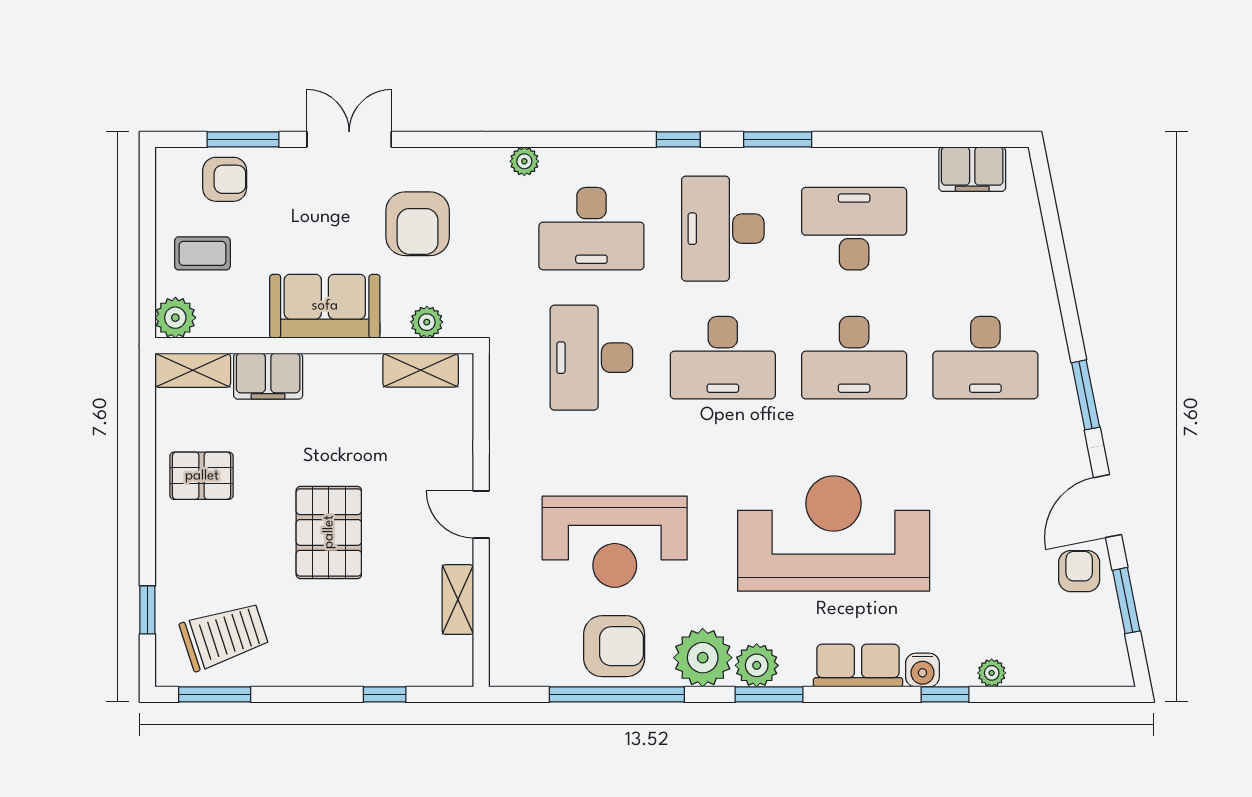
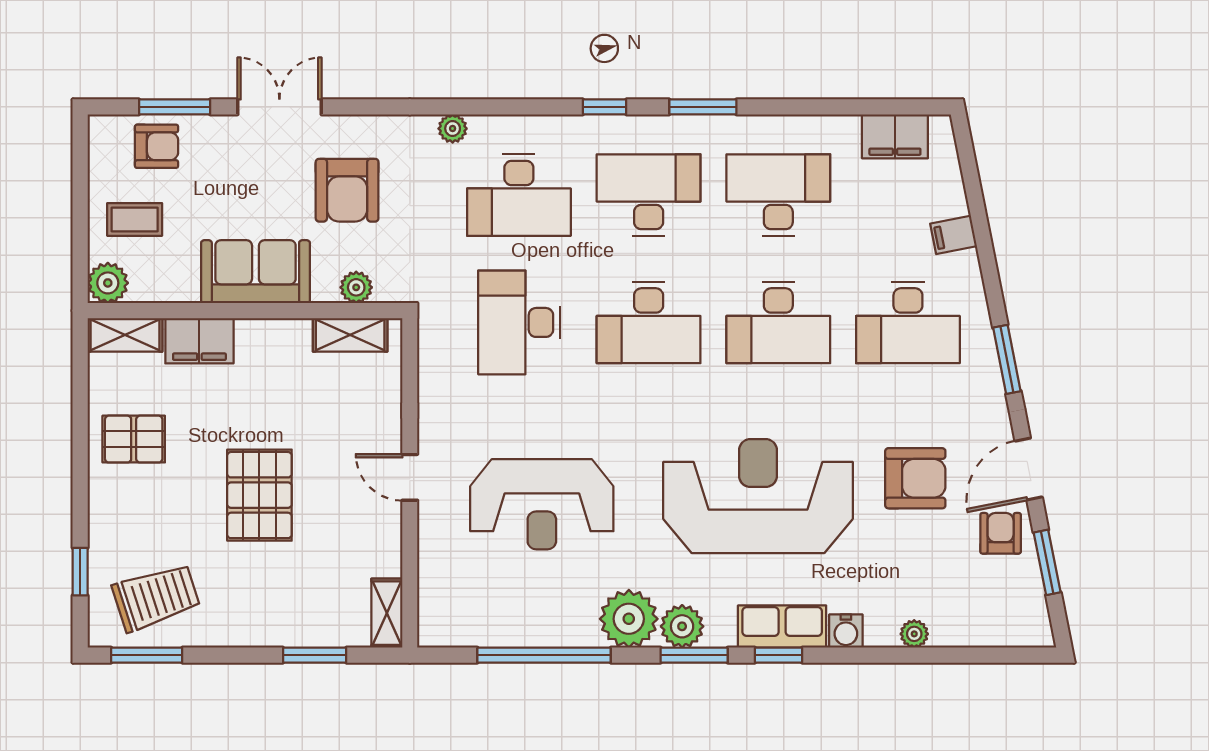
desk: (723, 229) -> (649, 195), turned 90
filing cabinet: (1031, 269) -> (954, 235), added
shelving: (458, 600) -> (387, 613), moved
armchair: (614, 646) -> (915, 478), moved
window: (385, 694) -> (315, 655), width x1.50
window: (945, 694) -> (778, 655), moved

